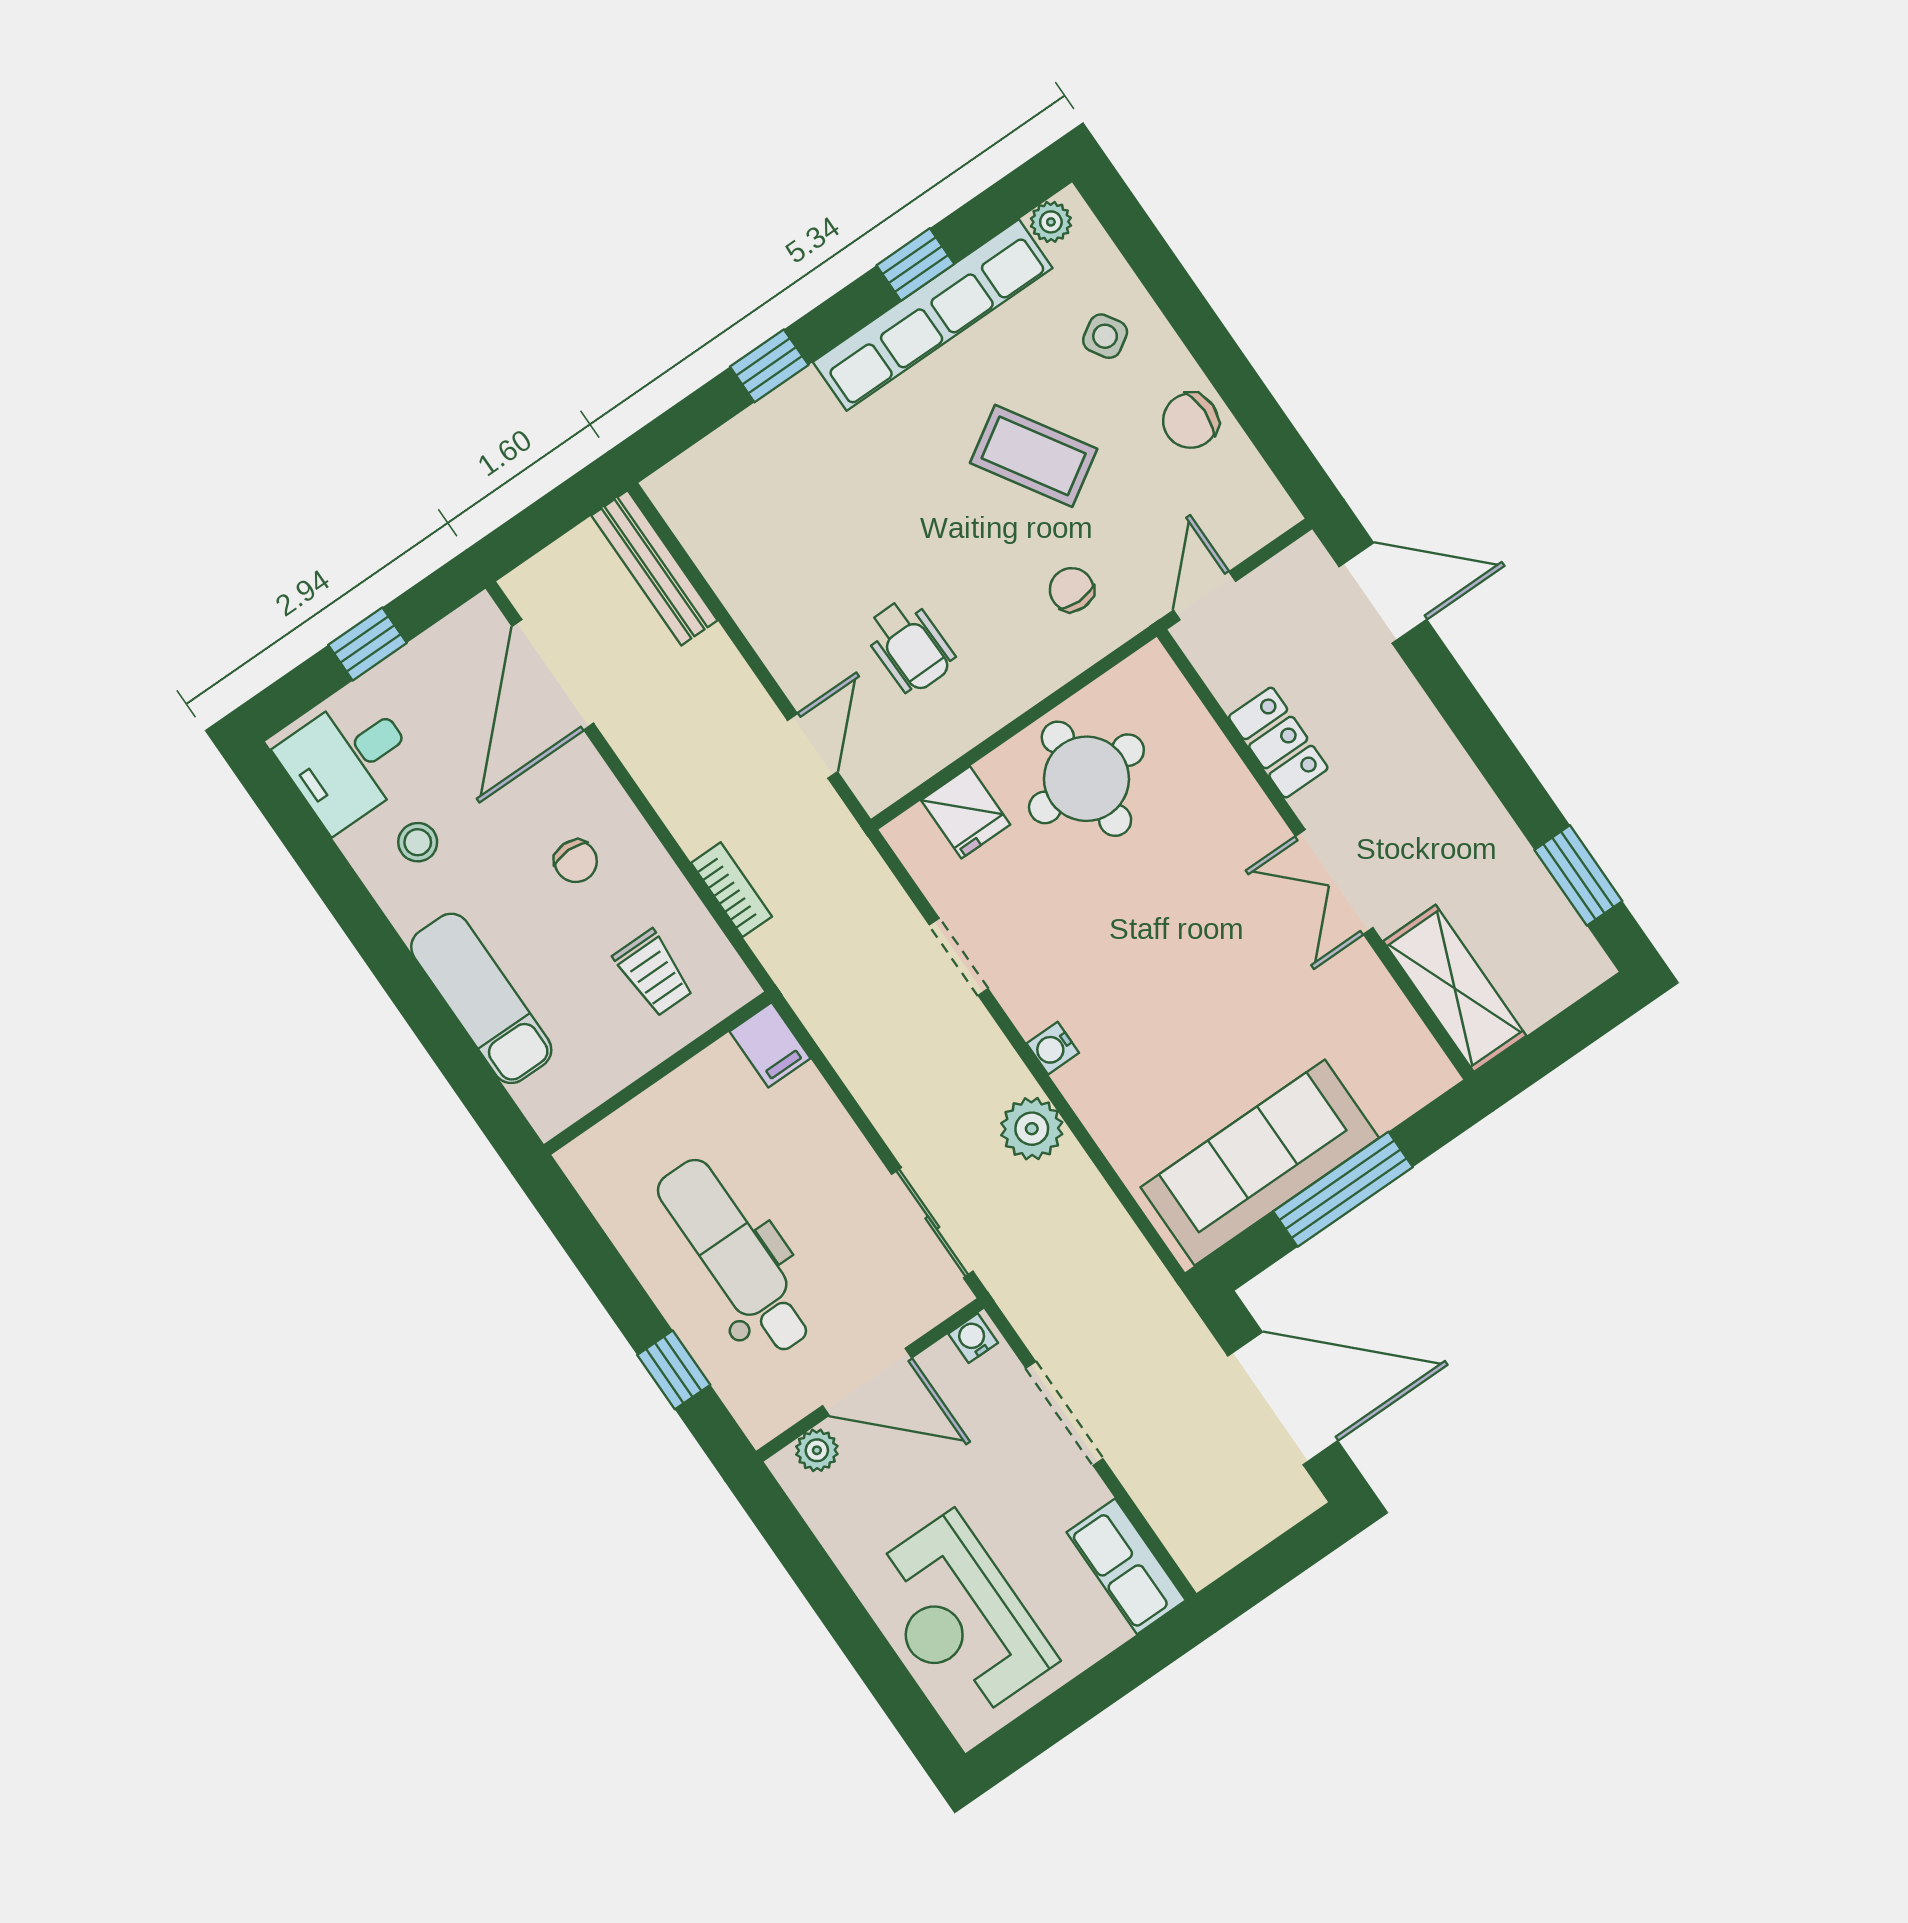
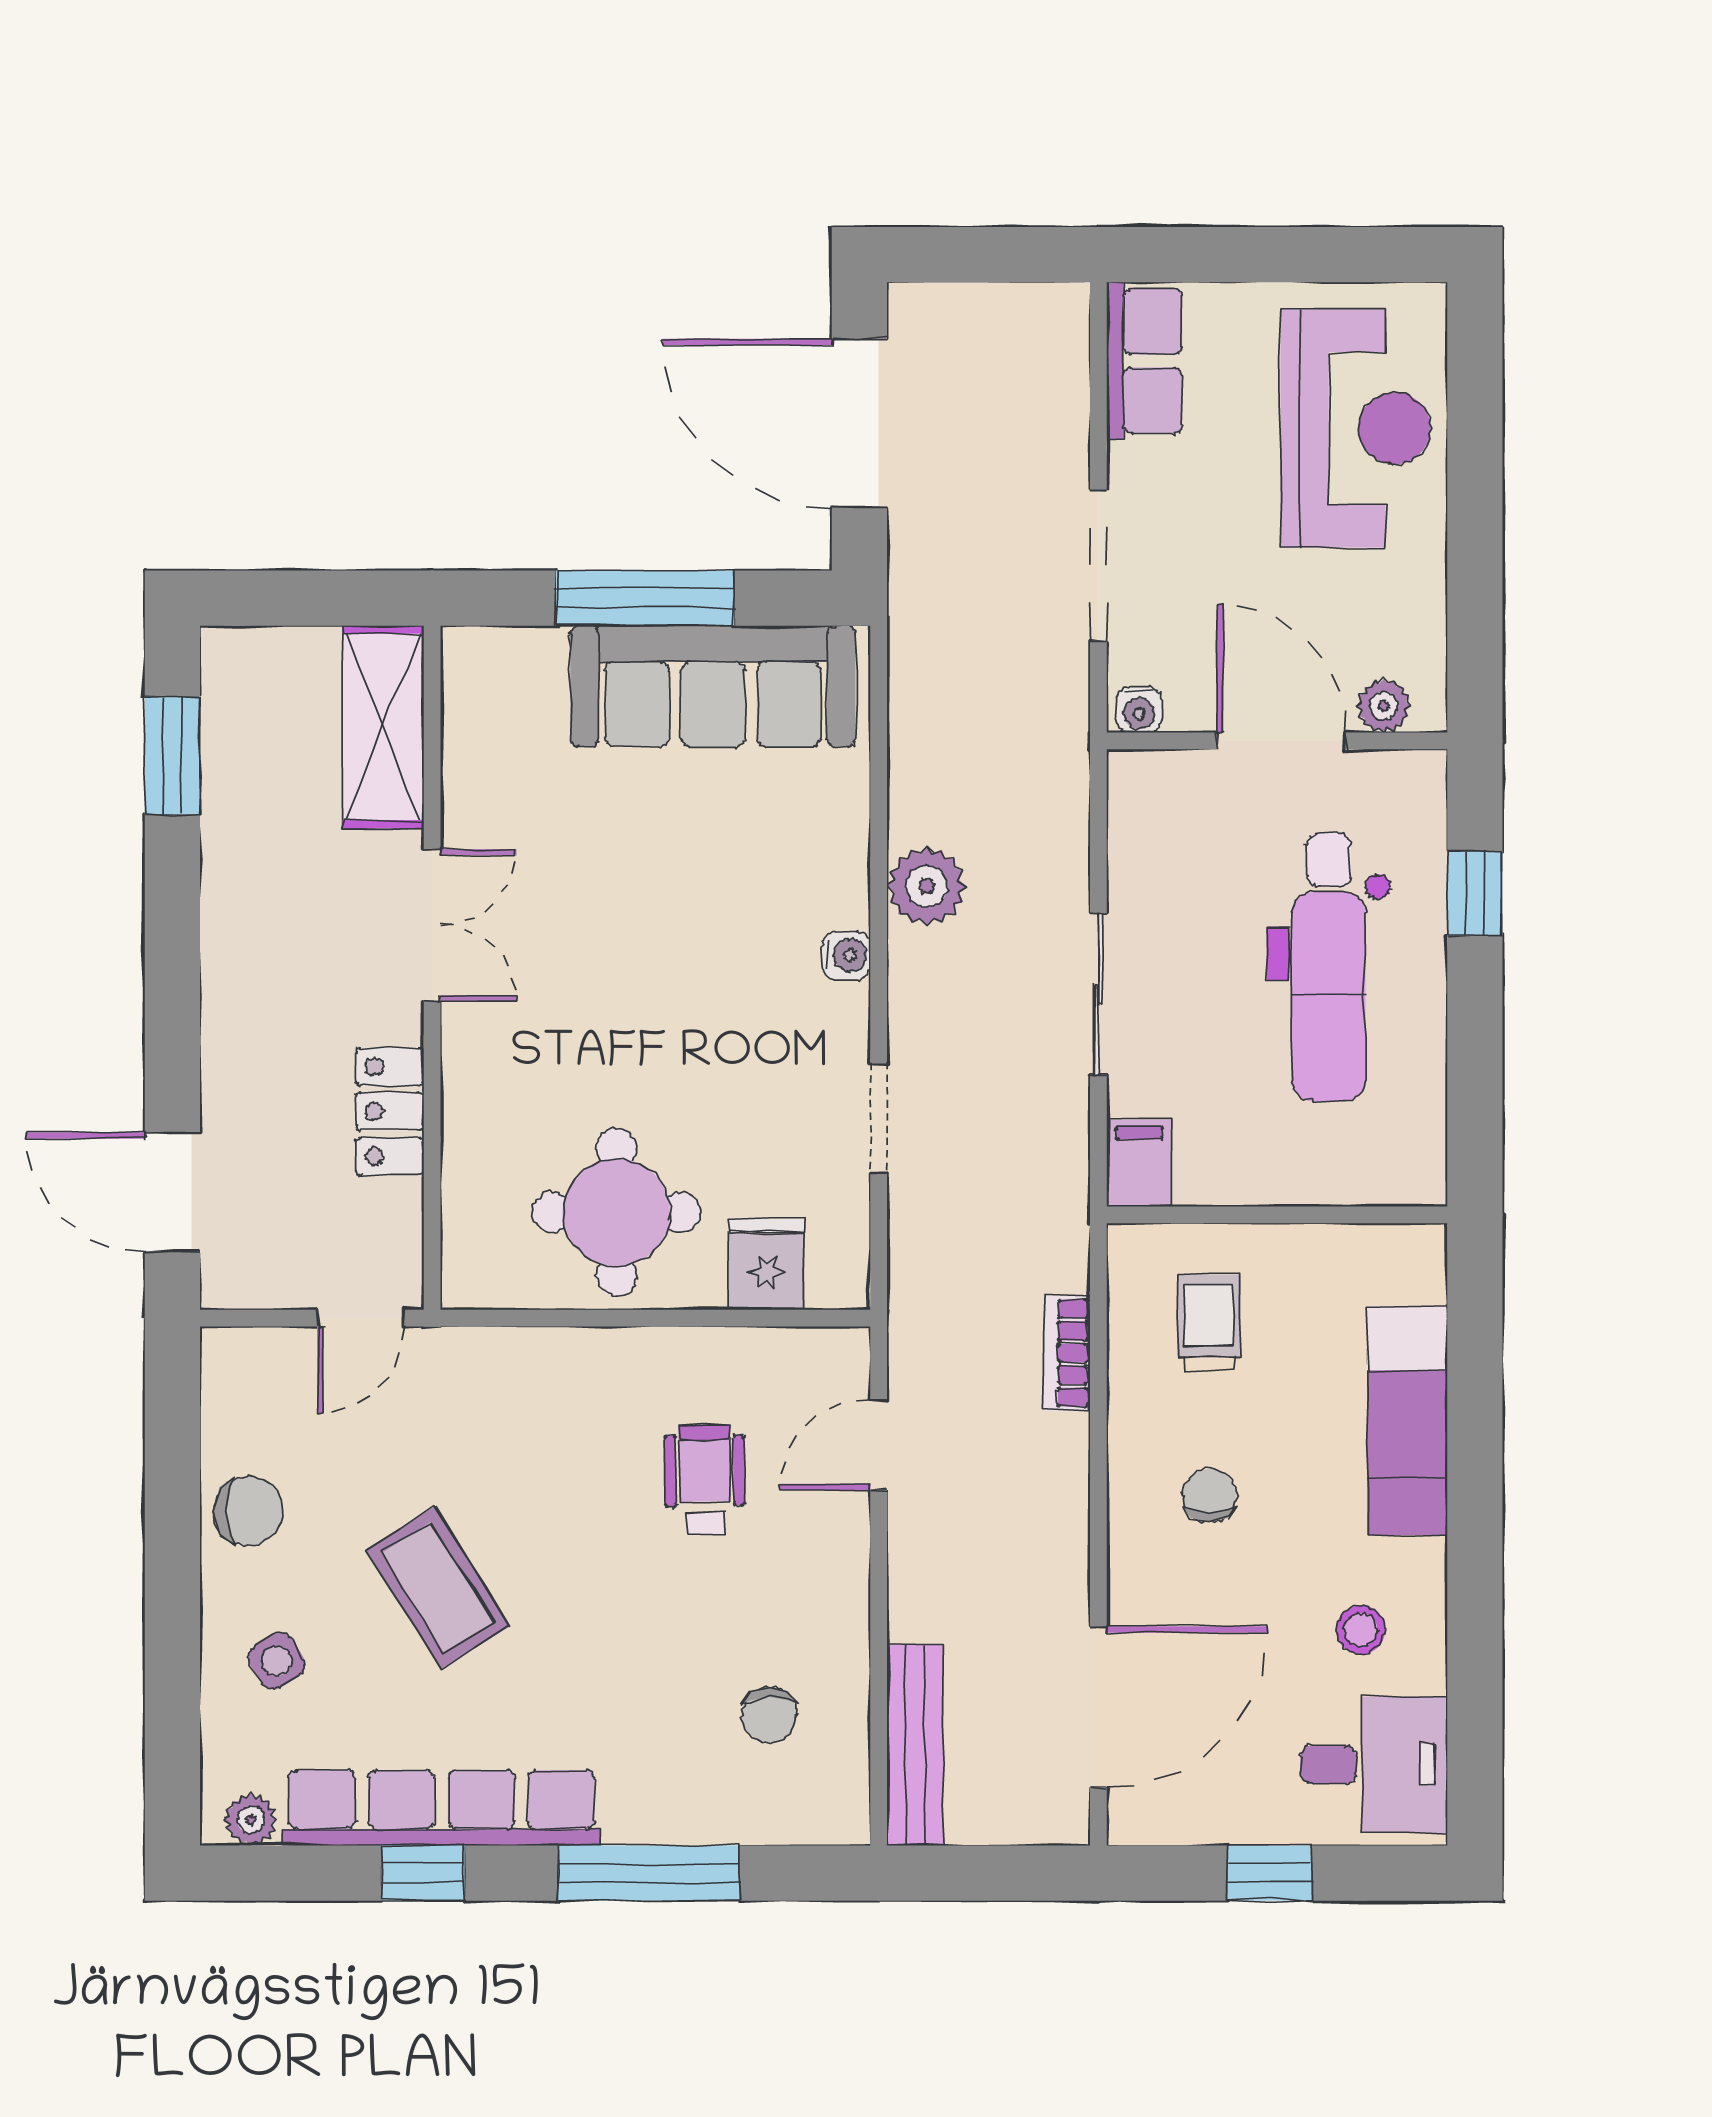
window: (769, 366) -> (649, 1873), width x2.17
chair: (1072, 590) -> (769, 1715), moved
sliding door: (932, 1223) -> (1098, 994), moved

